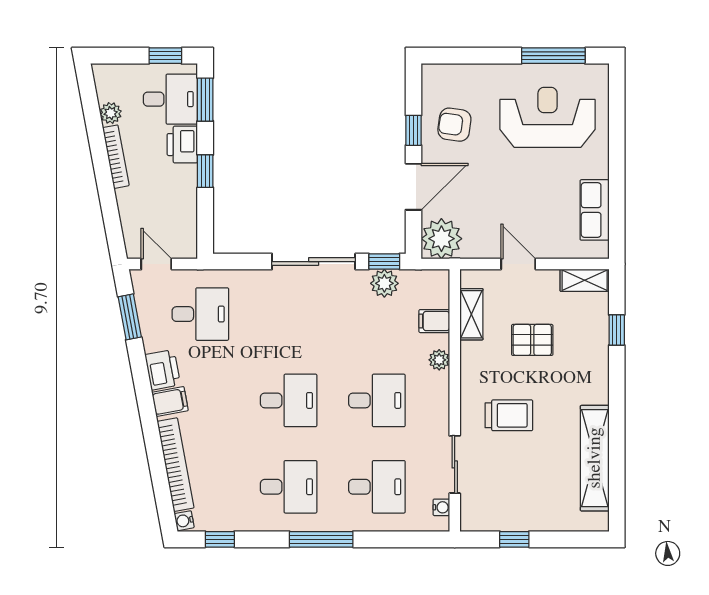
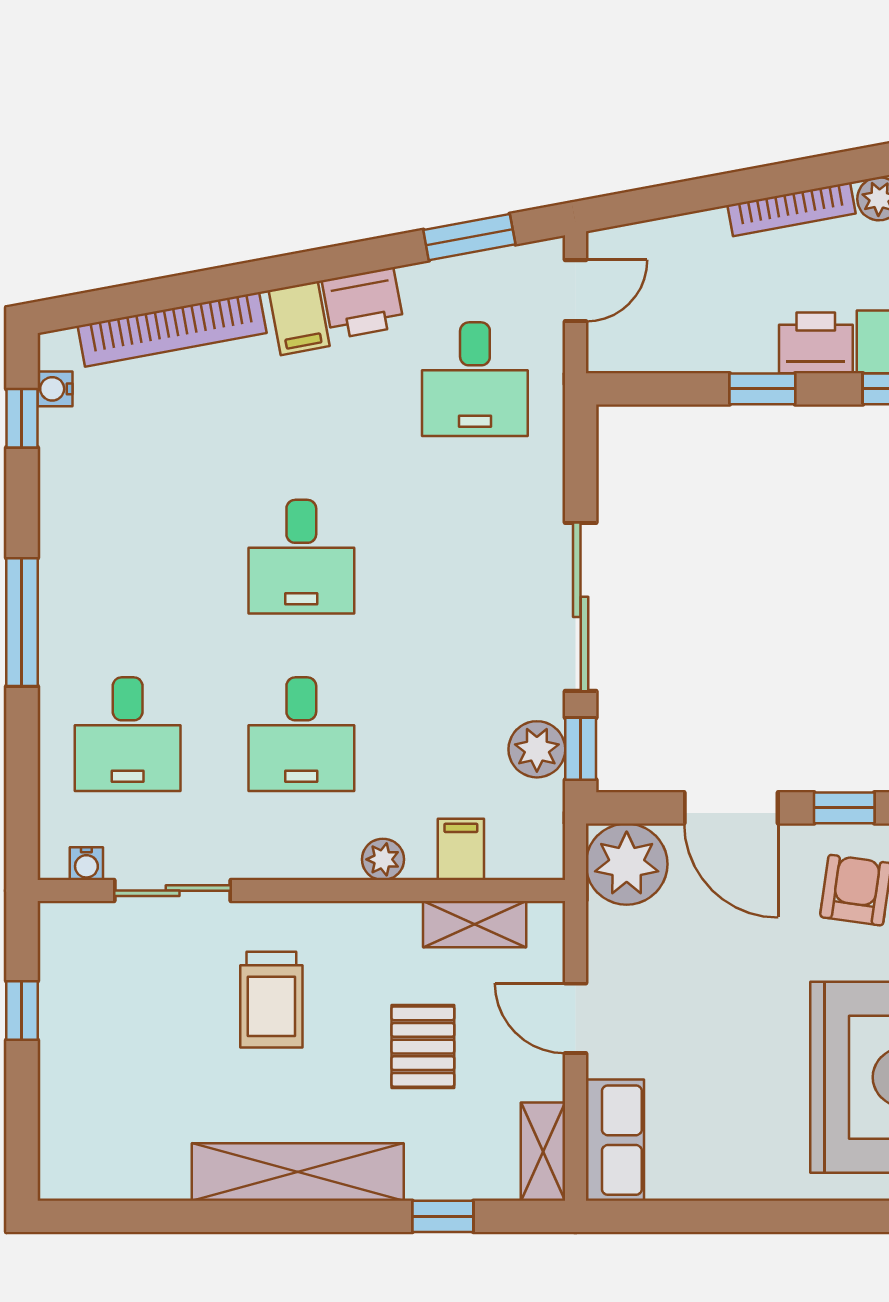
row of seats: (595, 210) -> (615, 1140), moved, turned 90
door: (518, 264) -> (575, 1018), swing flipped
shelving: (595, 458) -> (298, 1172), moved
desk: (289, 487) -> (128, 557), removed
water cooler: (184, 521) -> (55, 389), moved, turned -79

